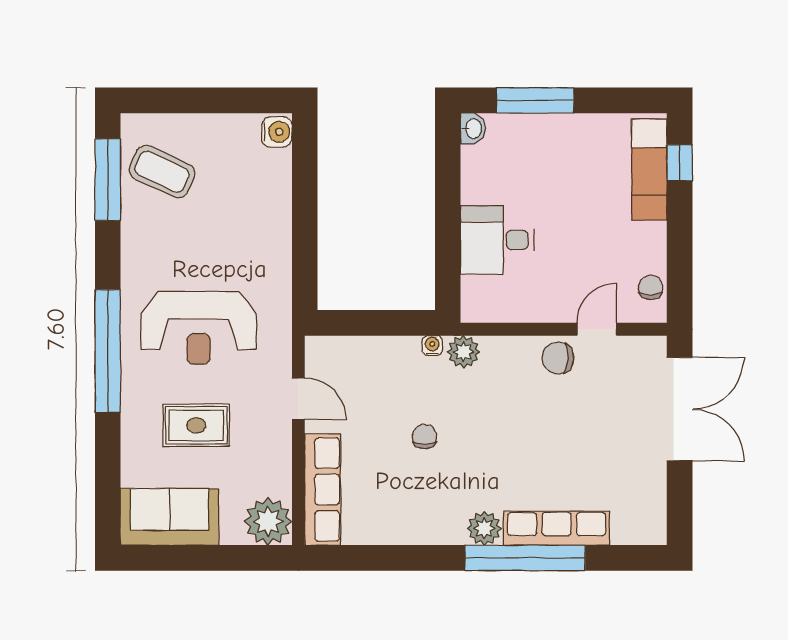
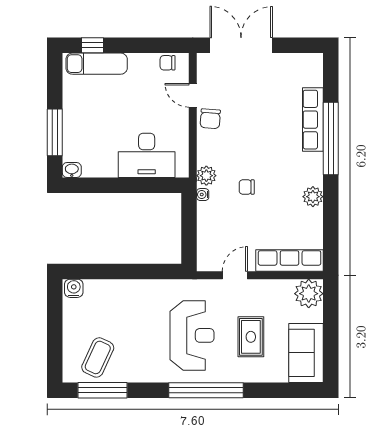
desk: (497, 240) -> (147, 155), width x1.37
chair: (425, 437) -> (247, 187), moved
plant: (484, 528) -> (313, 197), moved

